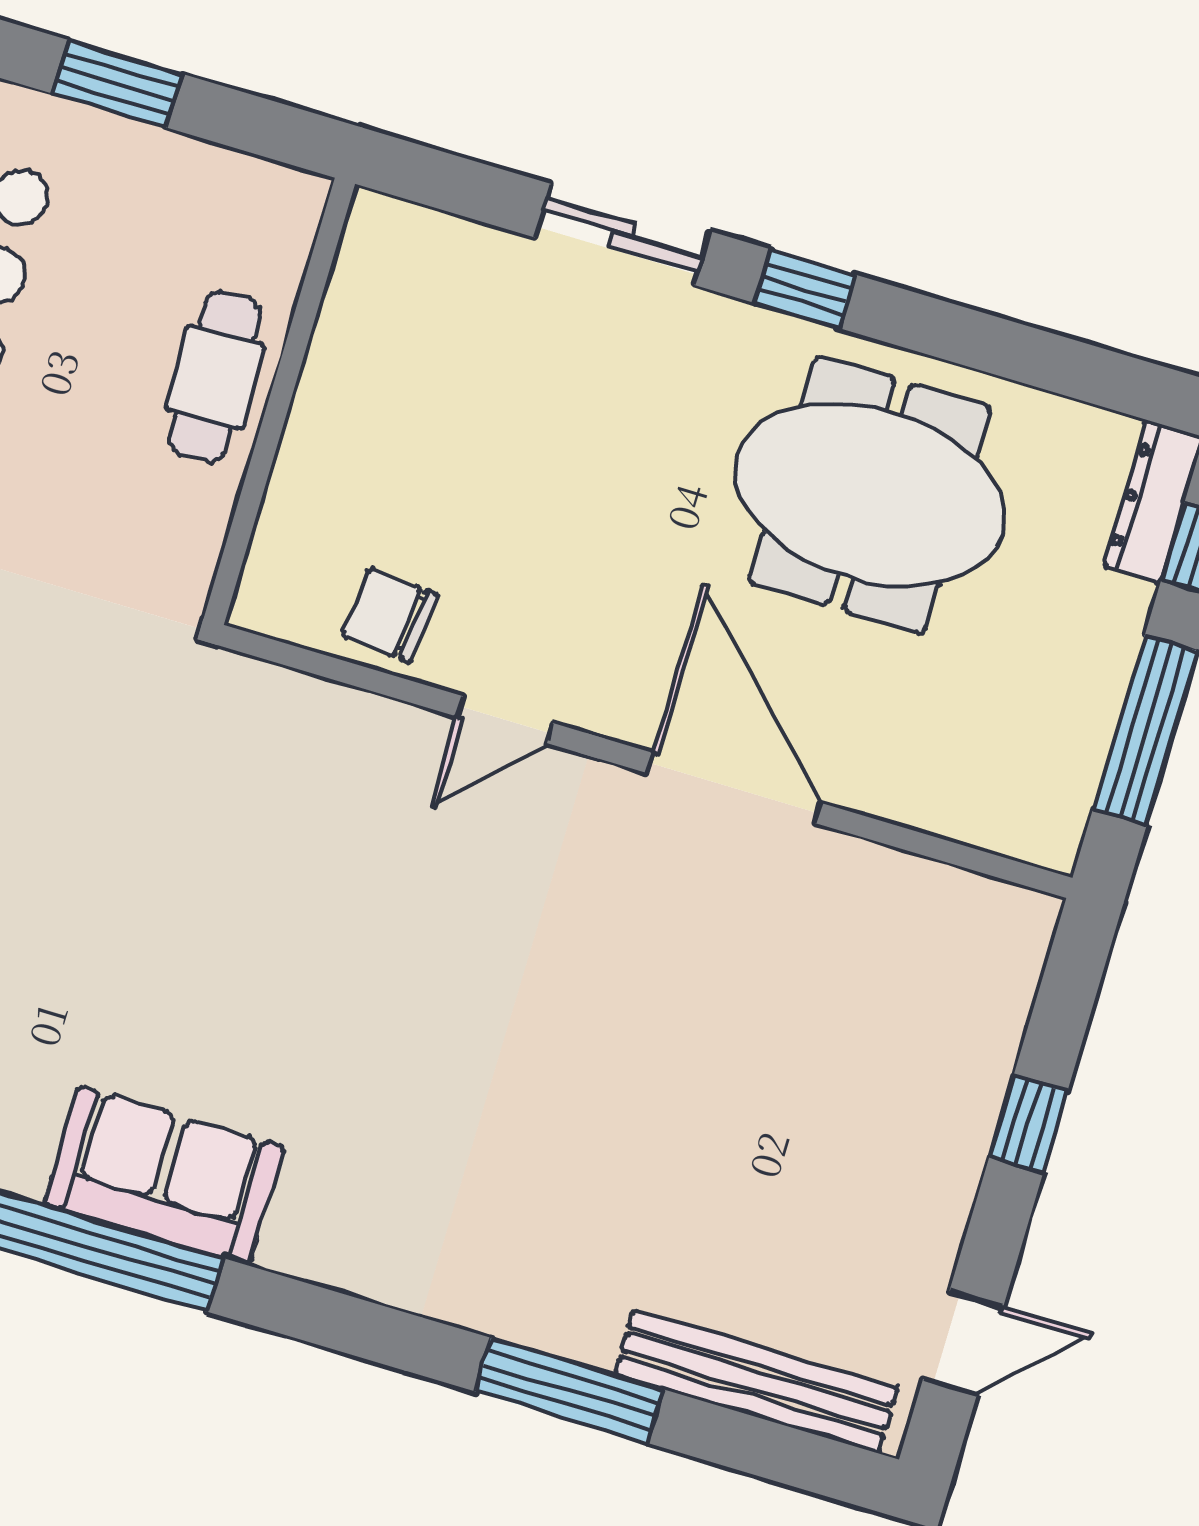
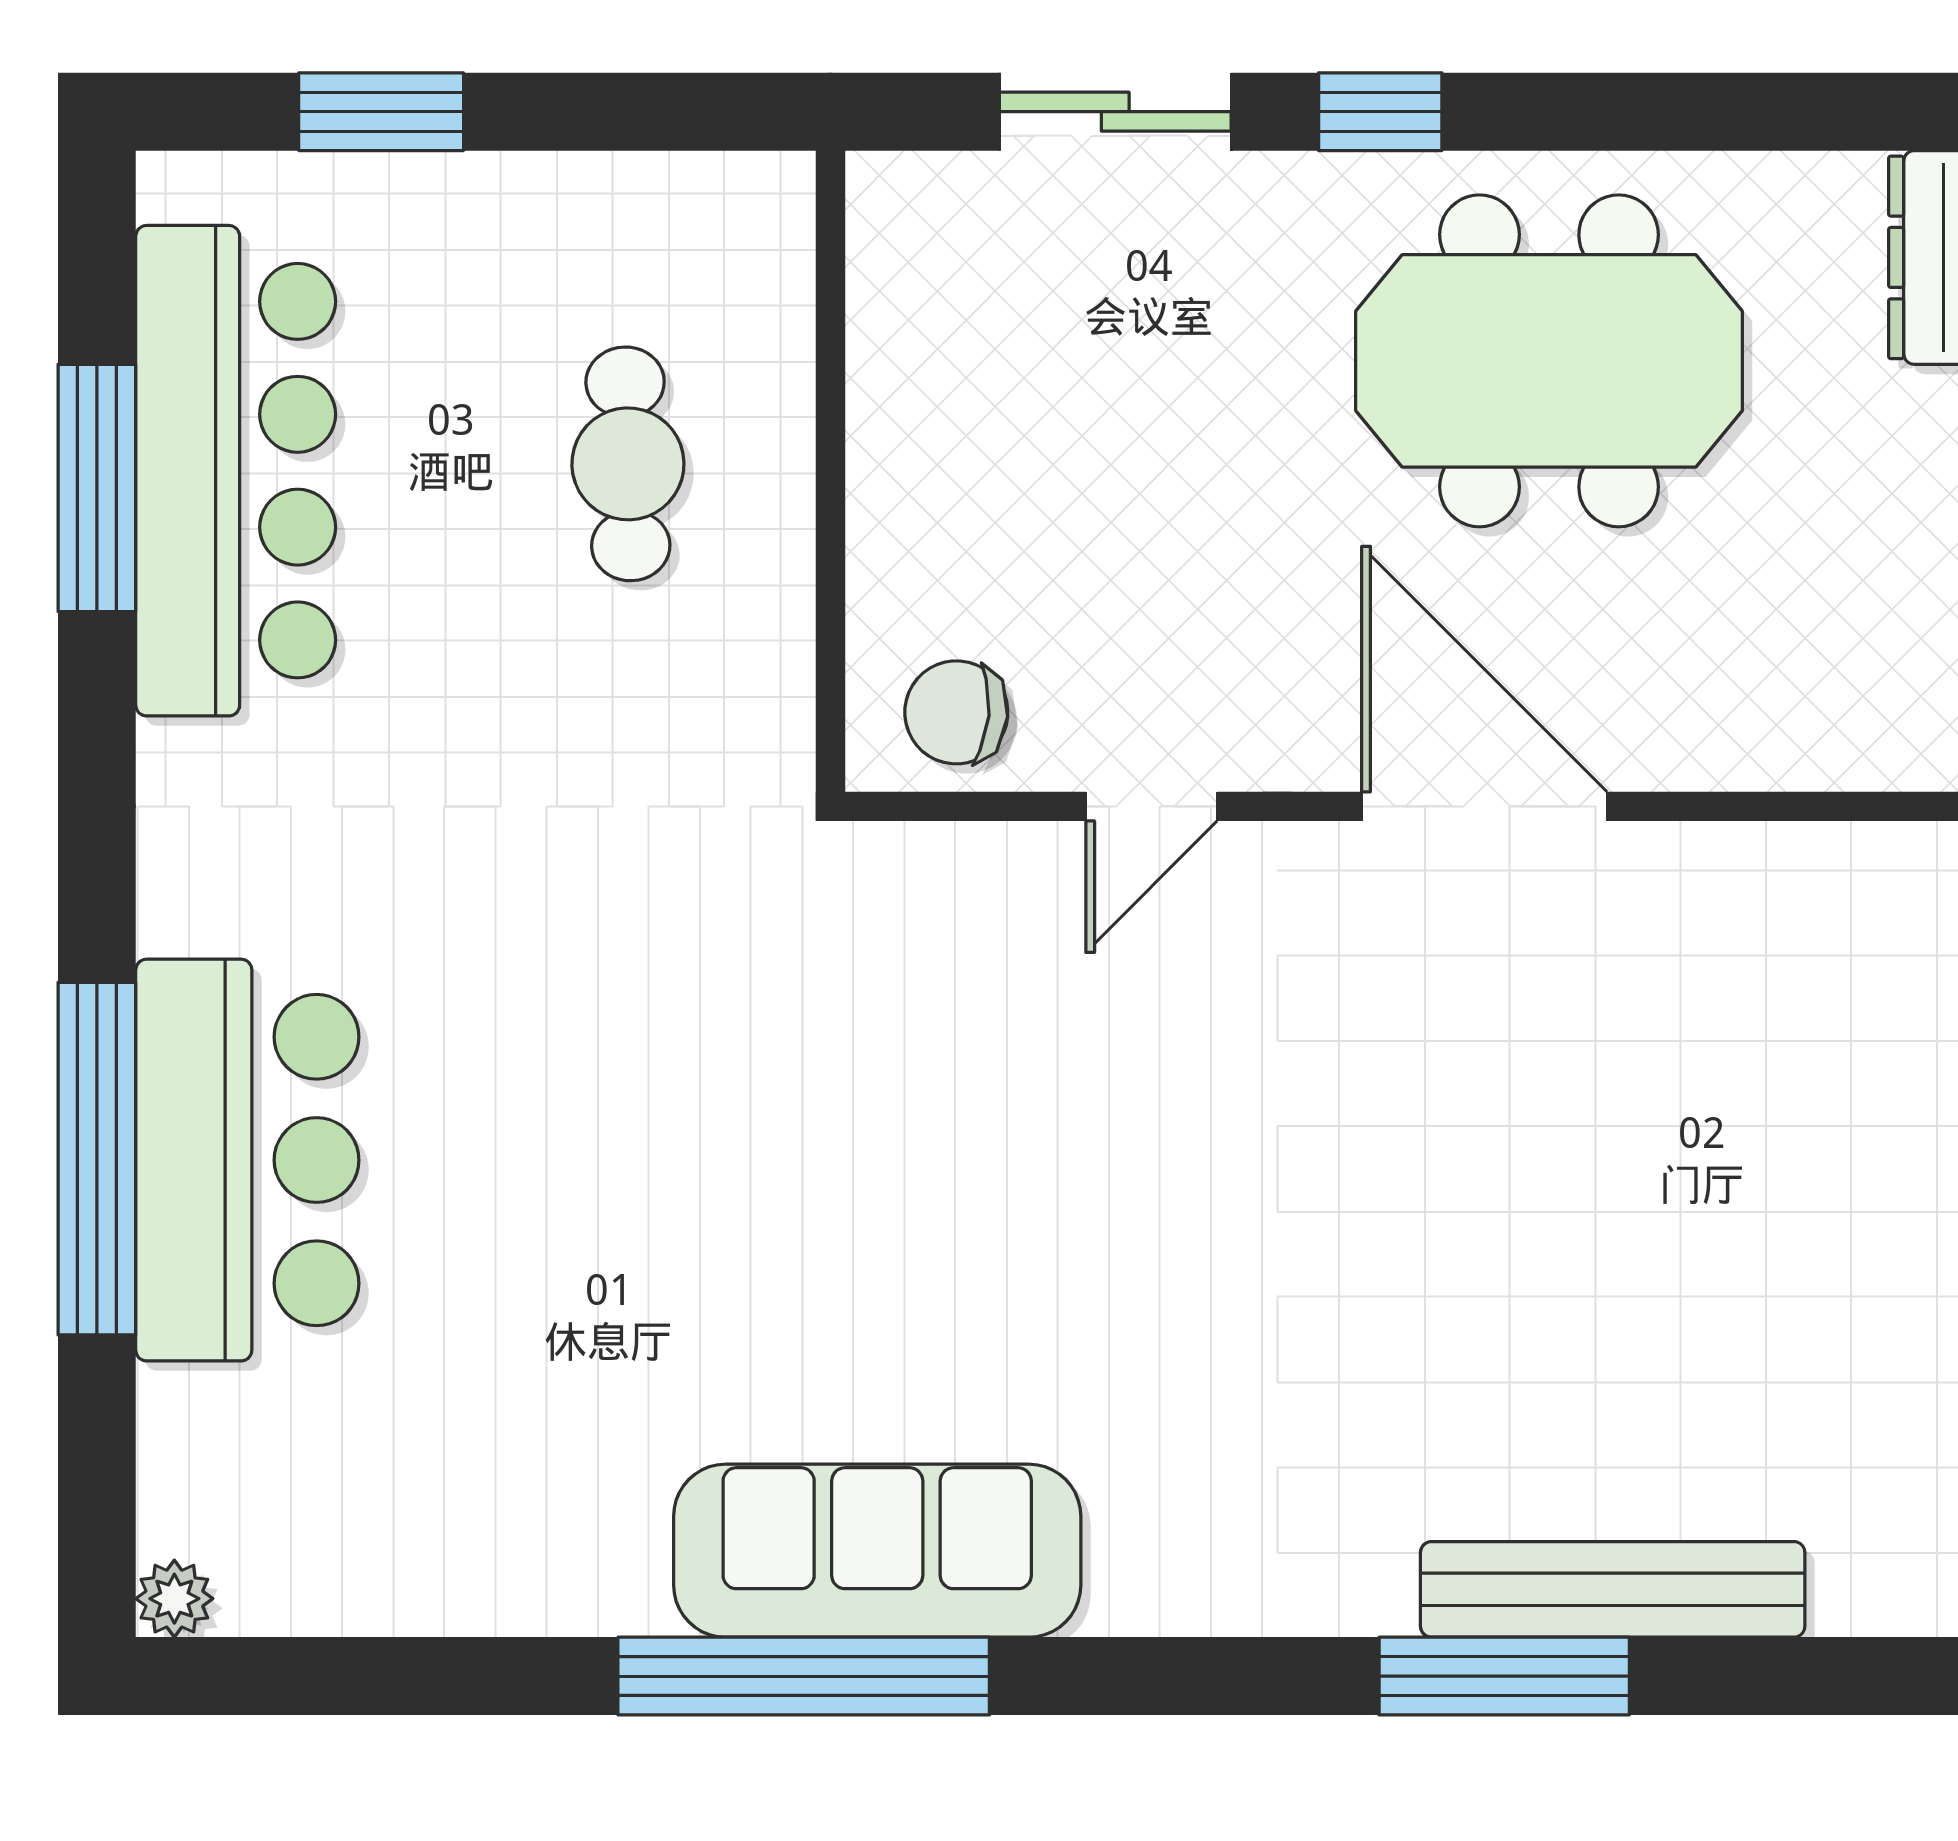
wall: (279, 401) -> (831, 471), moved
sofa: (164, 1176) -> (877, 1551), width x1.36
bench: (756, 1381) -> (1613, 1589), moved

